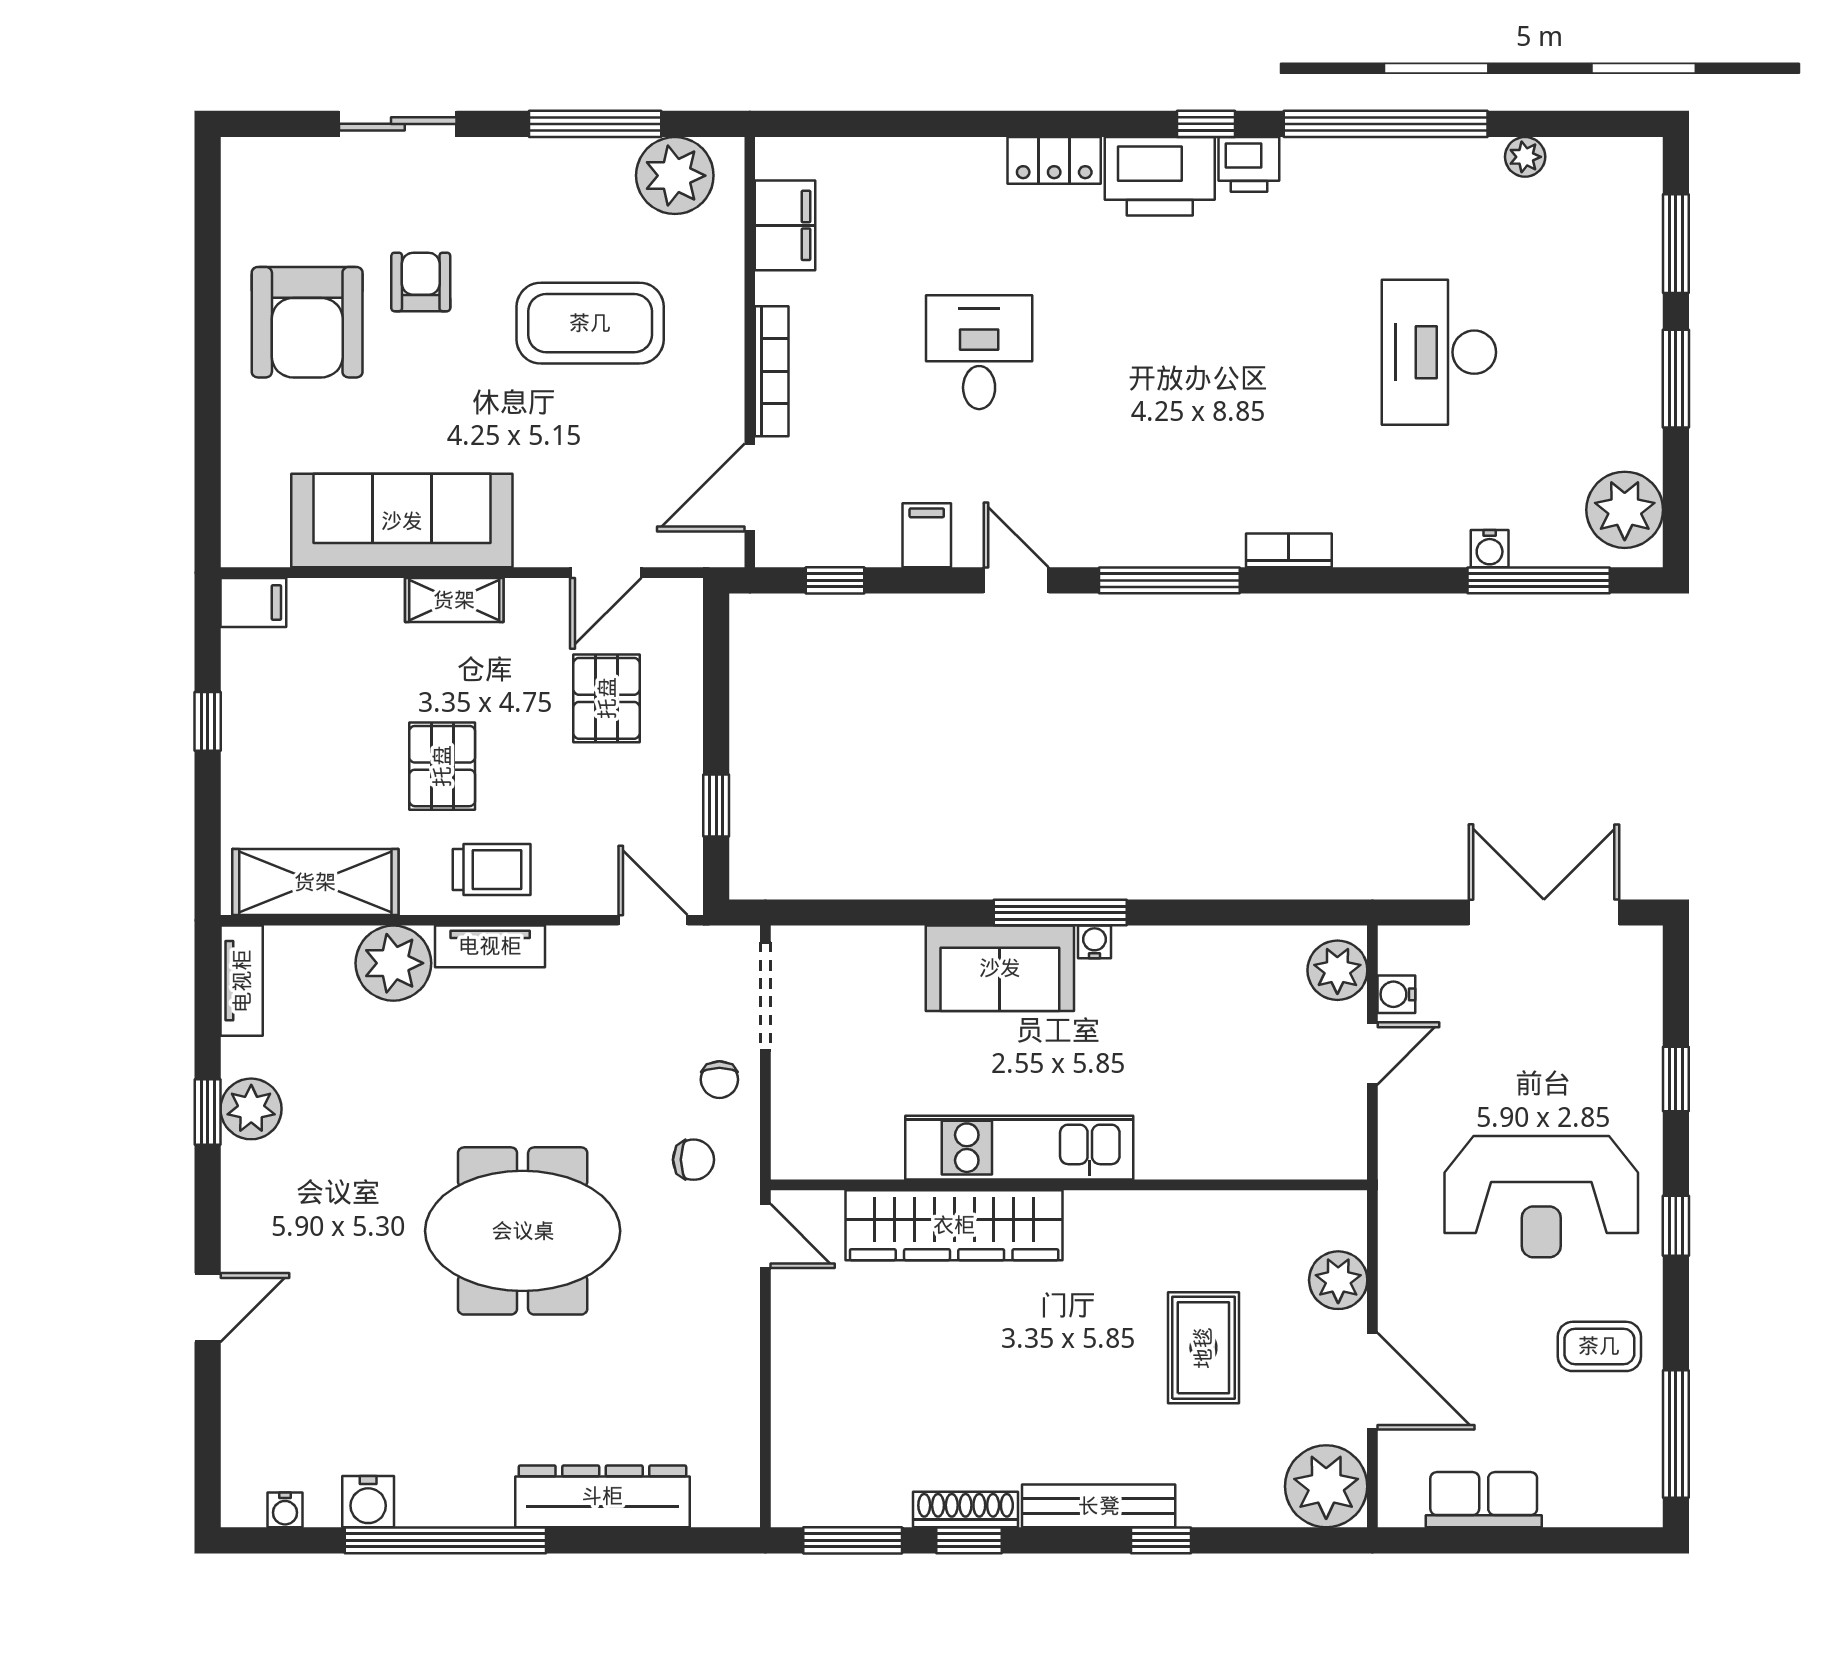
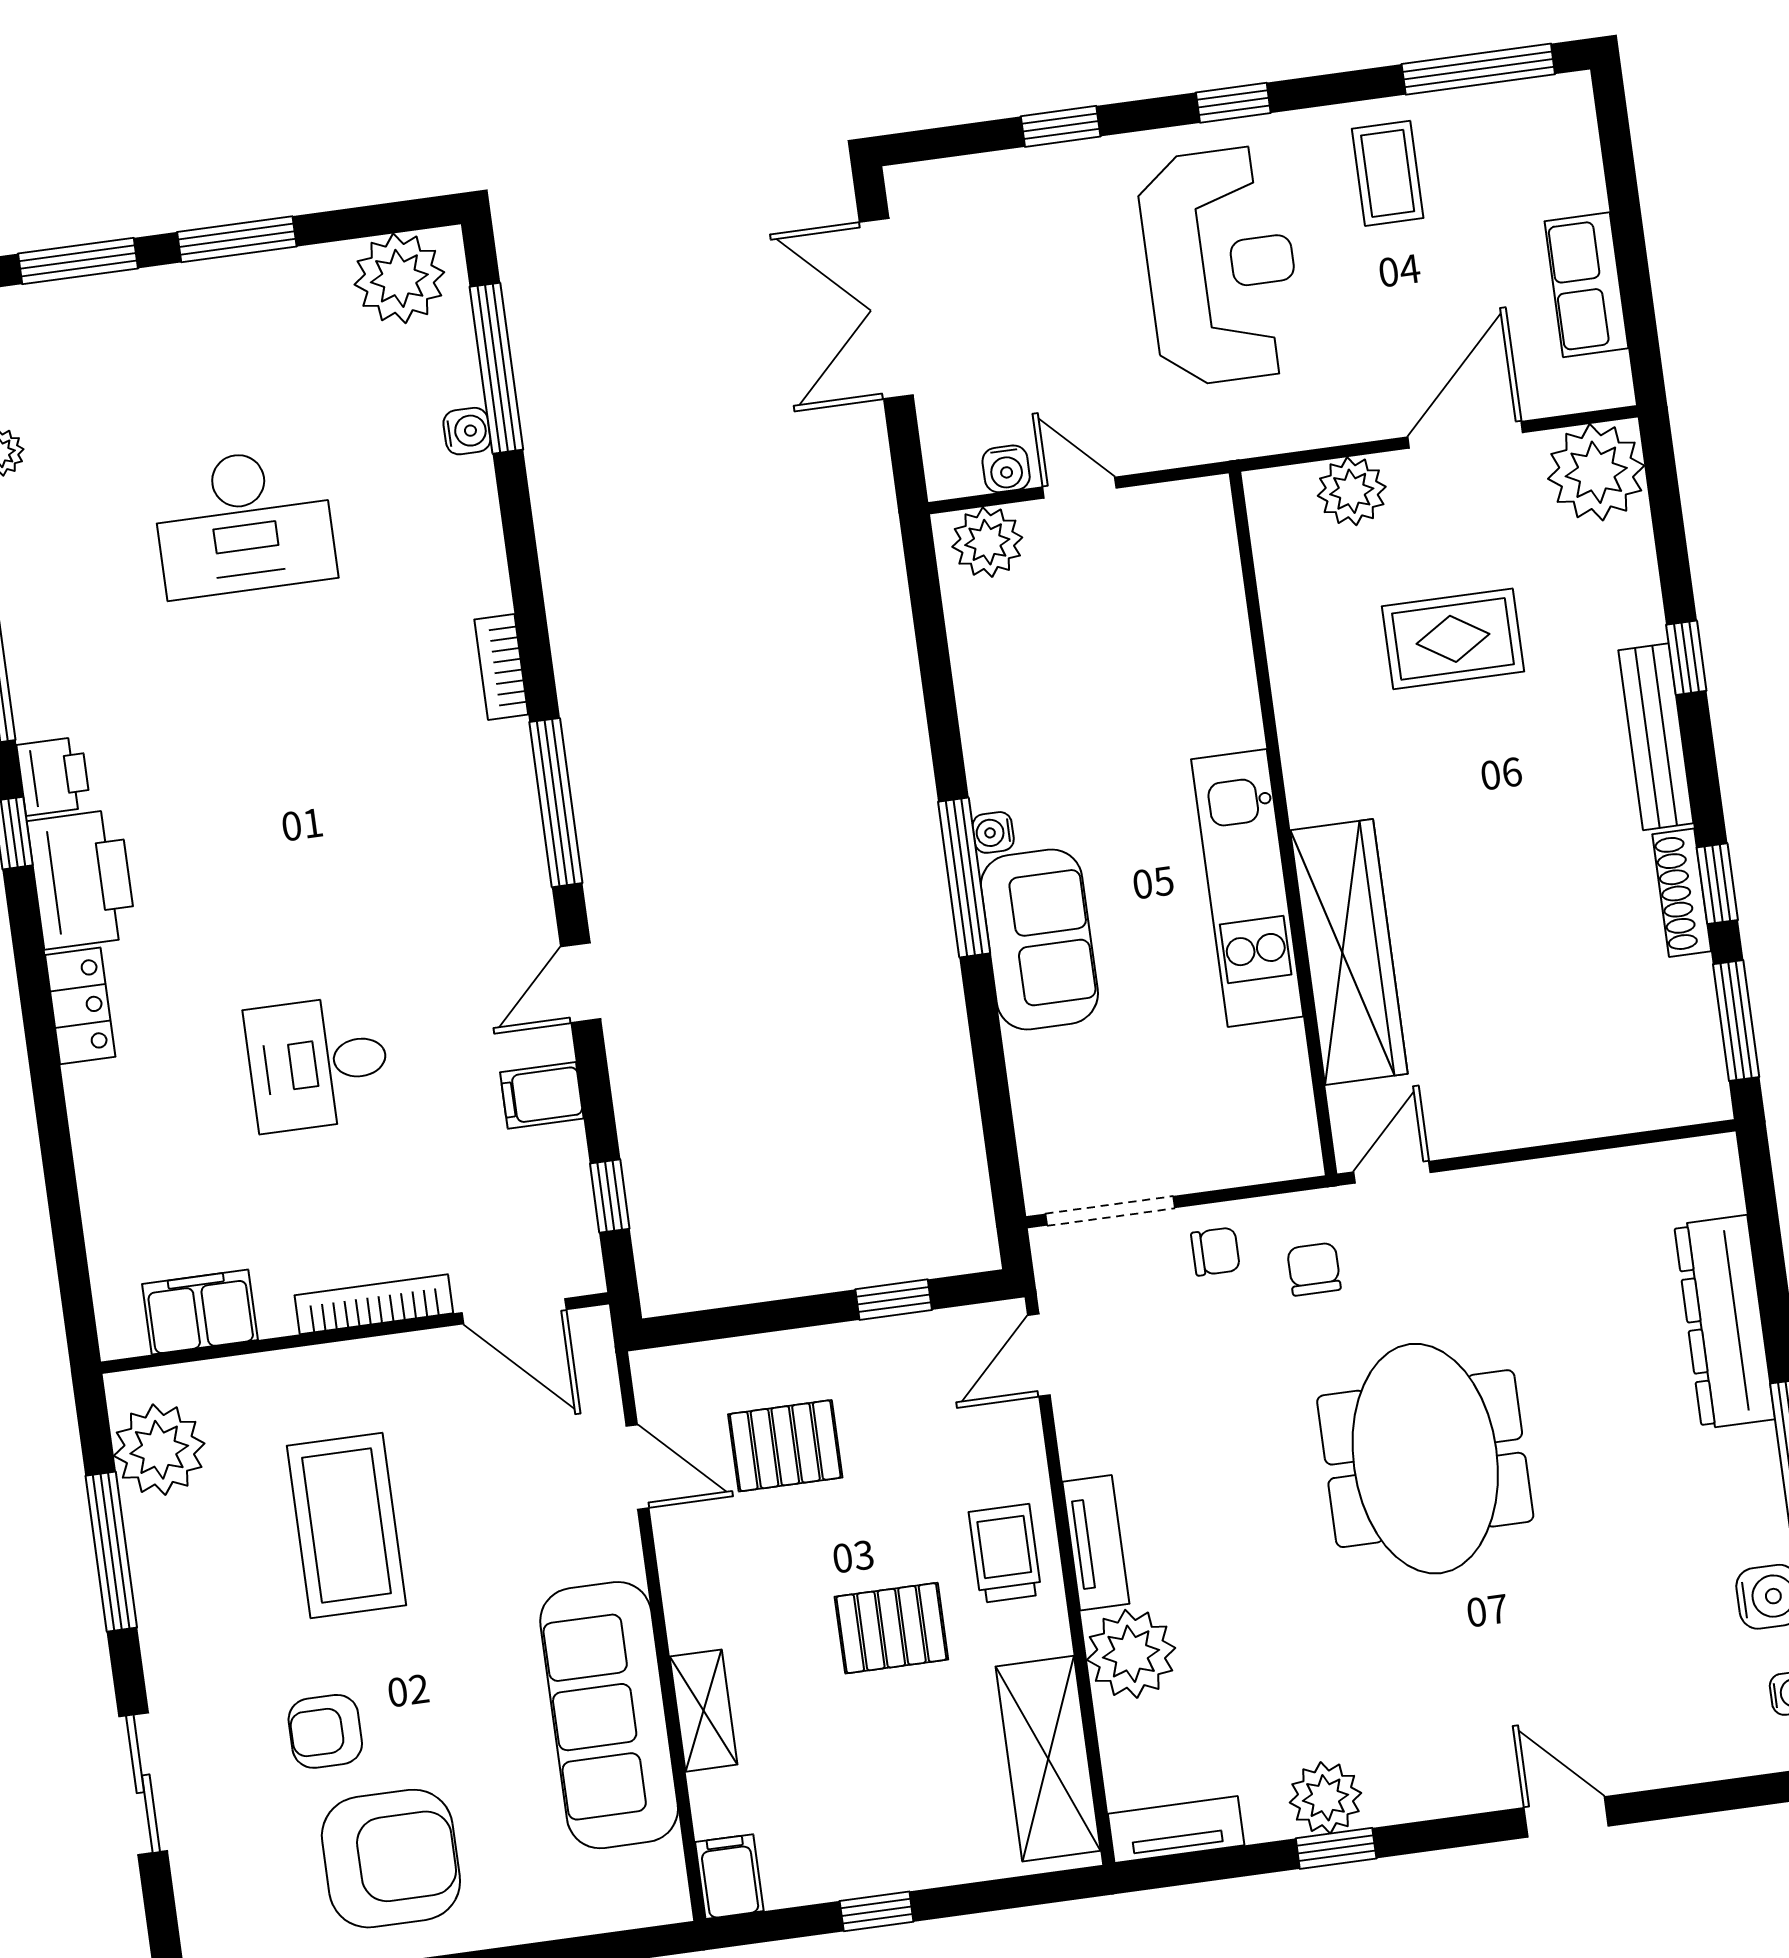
shelving: (454, 600) -> (704, 1711), moved

